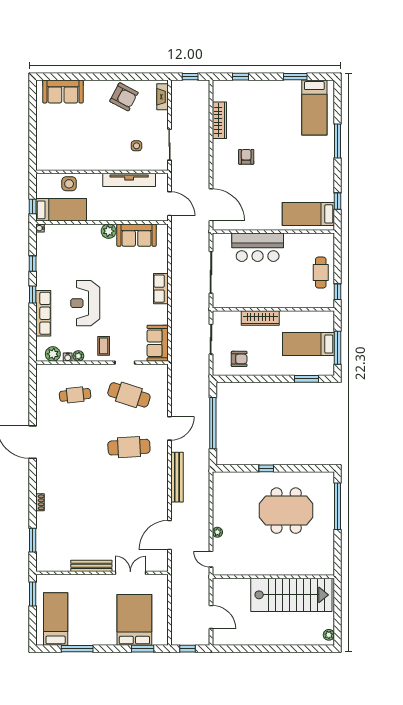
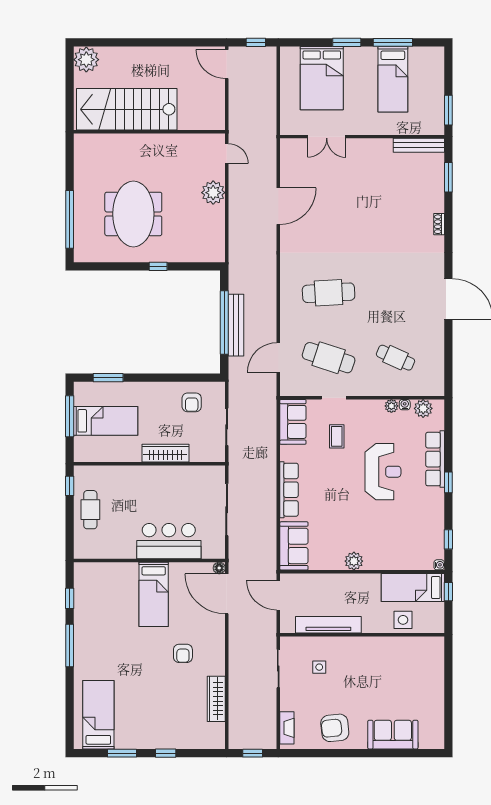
window: (240, 77) -> (166, 753), moved
sofa: (63, 91) -> (393, 735), moved
armchair: (124, 97) -> (335, 728), turned -34
window: (337, 141) -> (70, 645), moved
bed: (308, 214) -> (154, 594), moved, turned 90
floor lamp: (217, 226) -> (219, 568), added
sofa: (137, 235) -> (294, 546), moved, turned 90
window: (33, 264) -> (448, 539), moved
row of seats: (161, 289) -> (289, 490), width x1.48
coffee table: (104, 346) -> (337, 436), moved
armchair: (239, 359) -> (192, 402), turned -90
cafe table: (75, 395) -> (396, 358), turned 30
door: (169, 428) -> (278, 357), moved
bench: (177, 477) -> (236, 325), moved
meeting table: (286, 511) -> (133, 214), turned 90
plant: (217, 532) -> (213, 193), width x1.87, depth x1.87
door: (169, 535) -> (278, 206), moved
bench: (91, 566) -> (419, 145), moved
door: (211, 617) -> (227, 64), moved
bed: (56, 619) -> (393, 79), moved
plant: (329, 635) -> (86, 60), width x1.88, depth x1.88
window: (143, 649) -> (347, 42), moved

